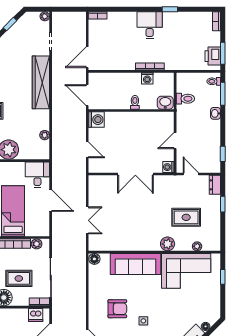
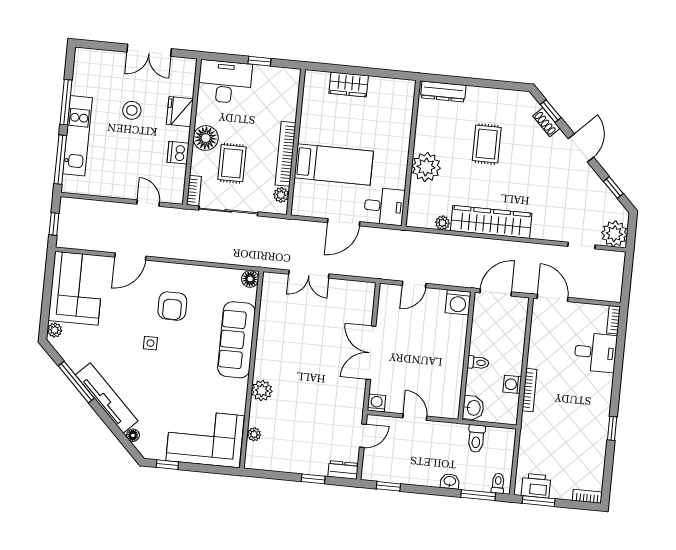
plant: (45, 16) -> (614, 234), width x1.88, depth x1.88
desk: (150, 25) -> (596, 352), moved
wardrobe: (41, 82) -> (491, 222), moved
rug: (186, 217) -> (299, 422), removed
corner sofa: (186, 271) -> (205, 438), moved, turned 90
window: (223, 277) -> (167, 465), moved
dishwasher: (36, 315) -> (178, 153), moved

